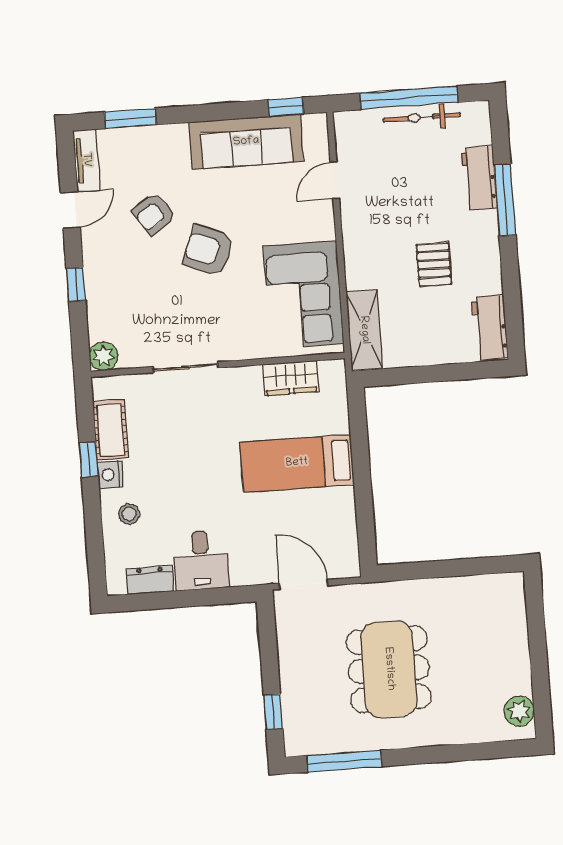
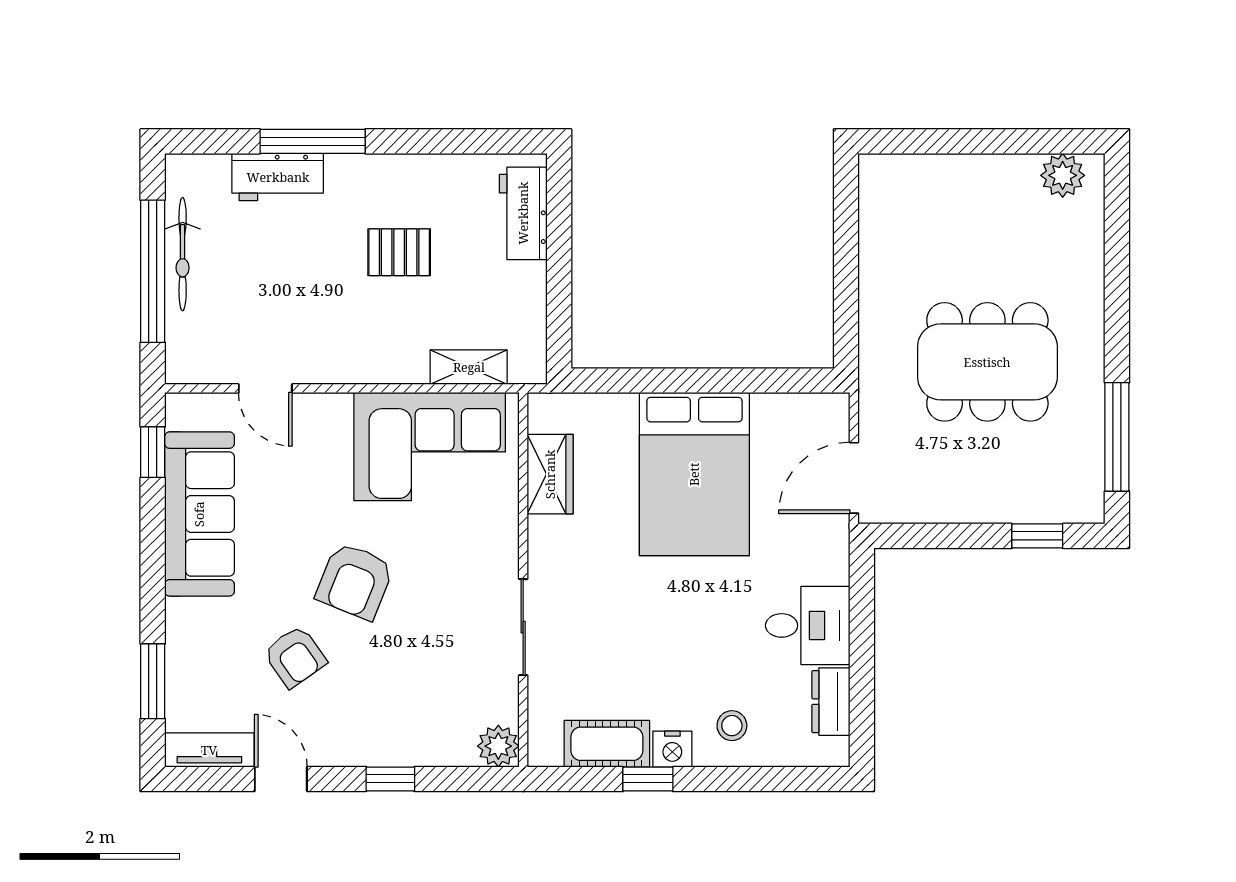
workbench: (490, 328) -> (523, 213), moved, turned 90
shelving: (364, 330) -> (469, 367), width x0.67, depth x0.75
bed: (297, 463) -> (694, 474), width x1.50

